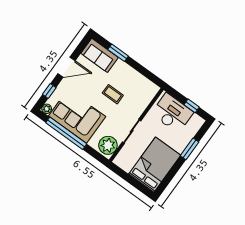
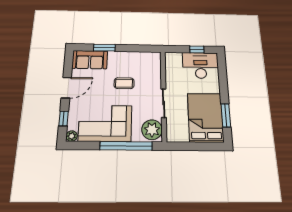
desk: (172, 113) -> (201, 65), moved
window: (66, 133) -> (126, 146), moved
window: (190, 149) -> (226, 115), moved

